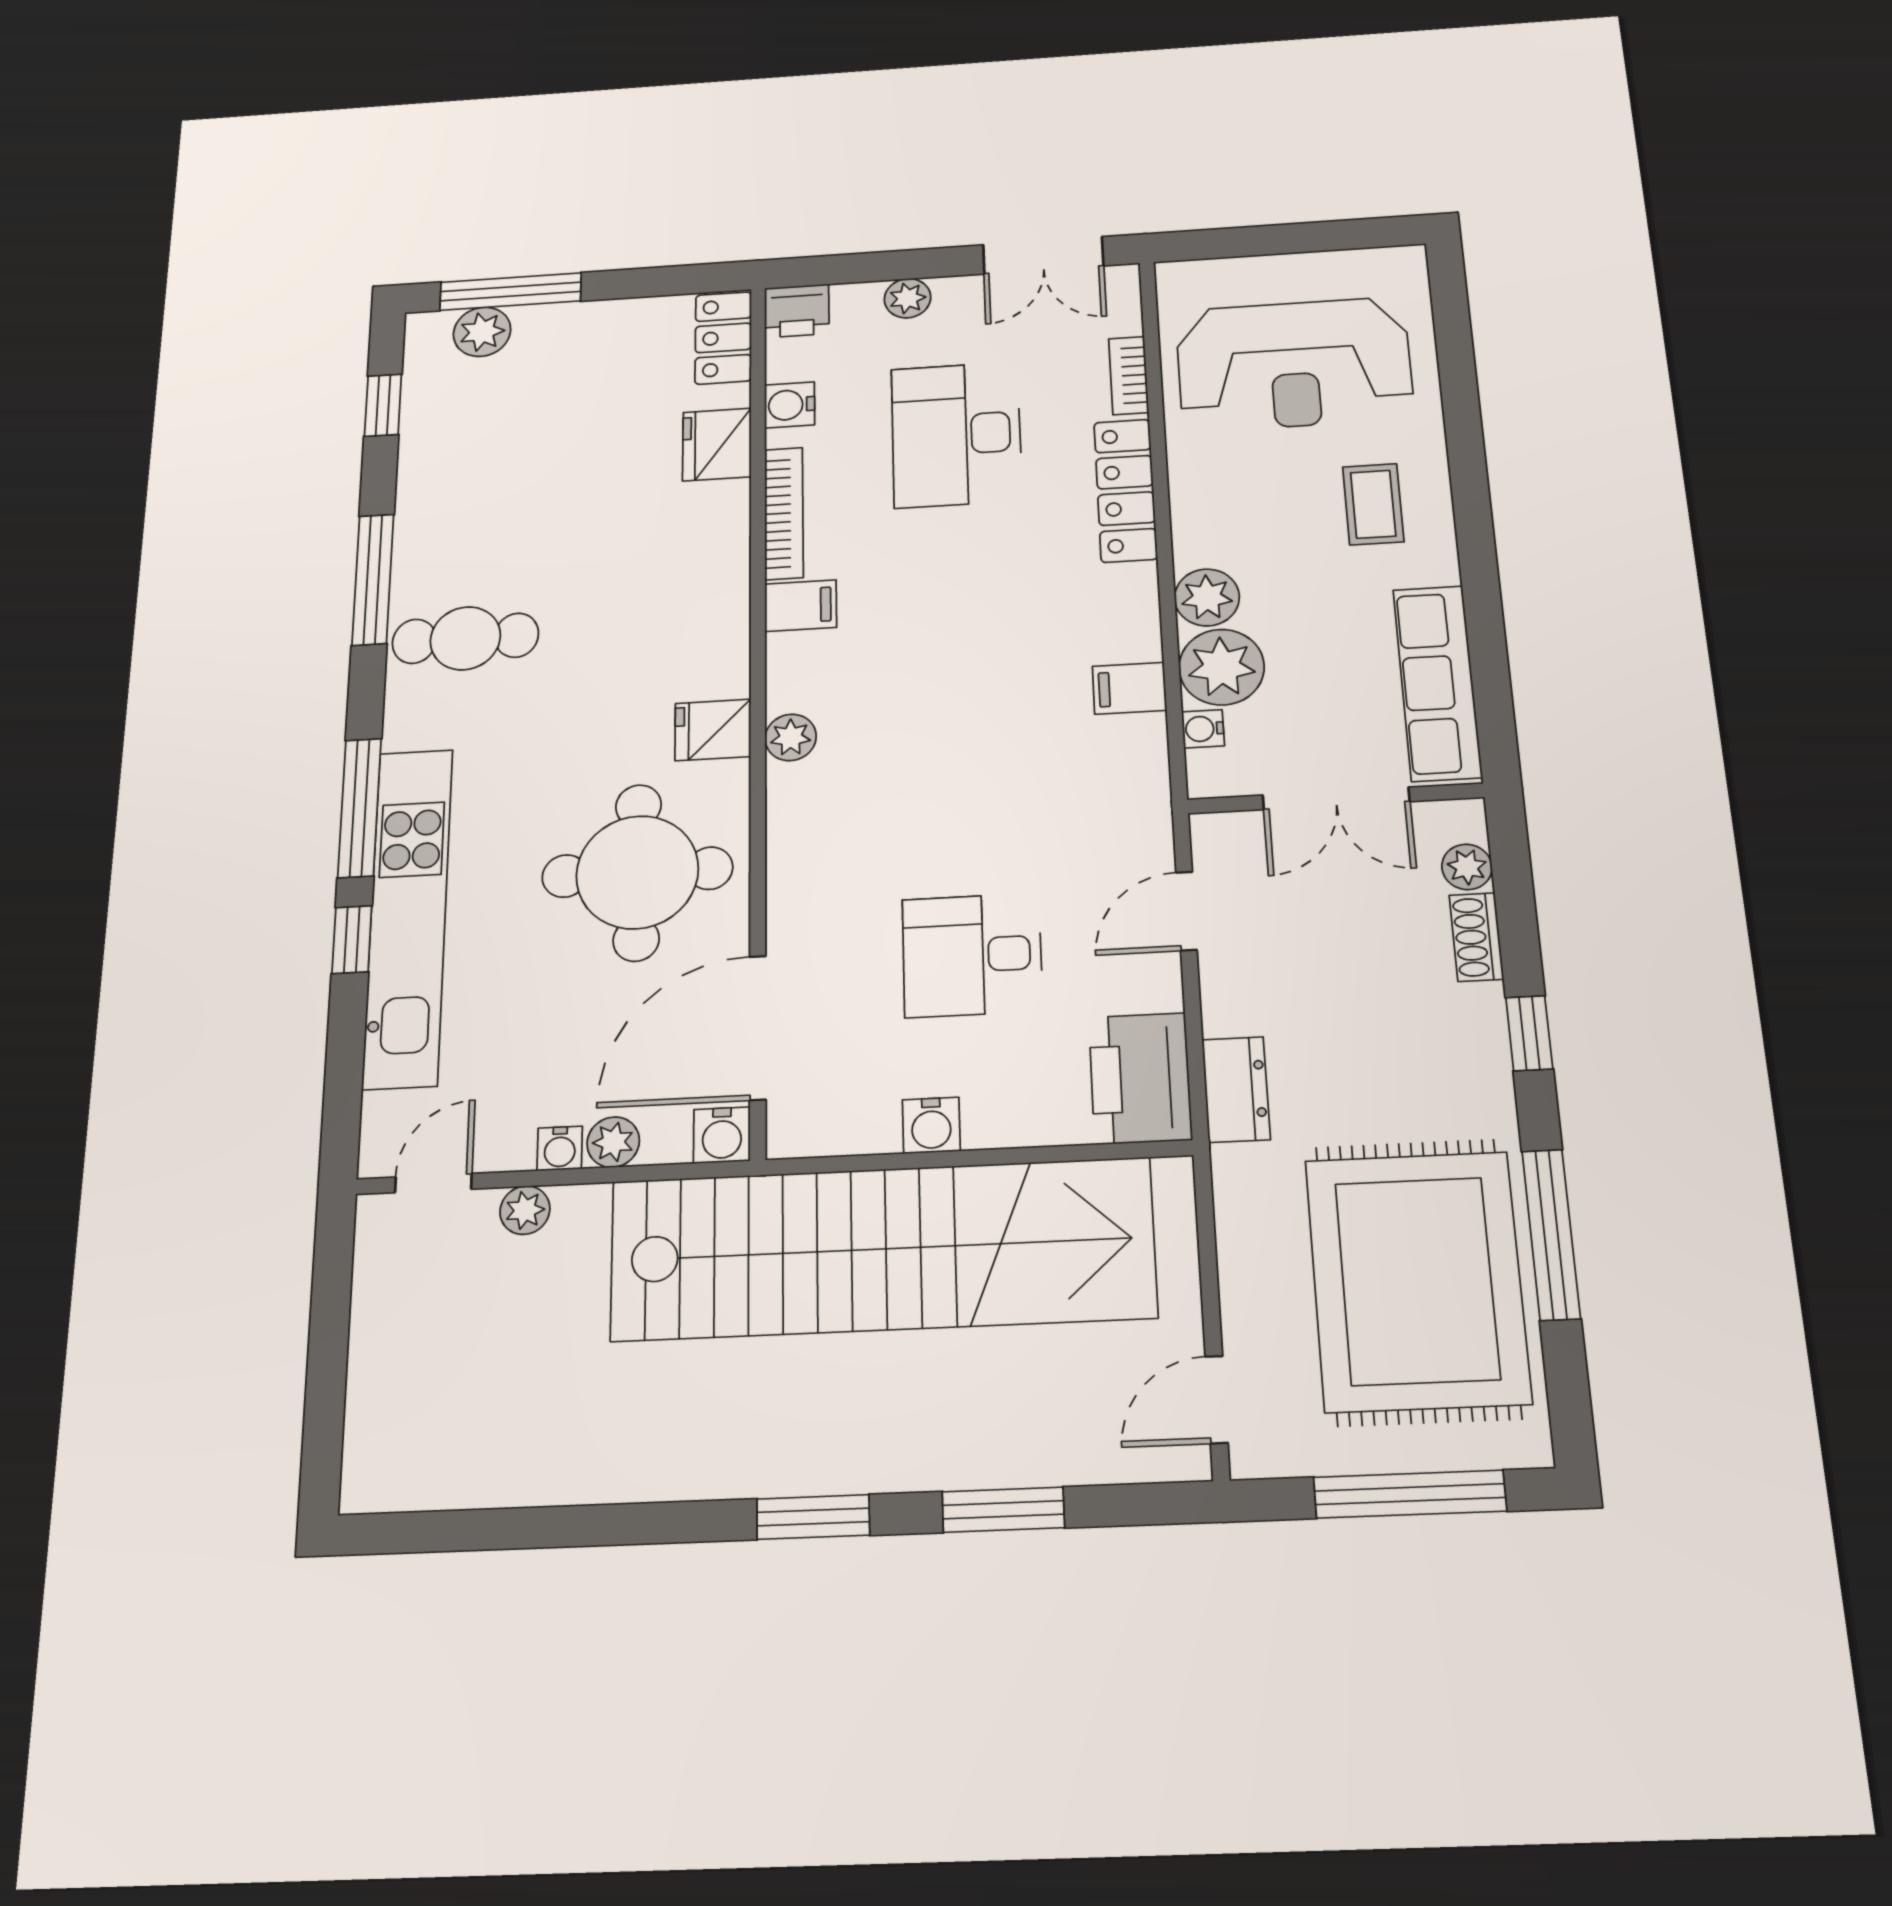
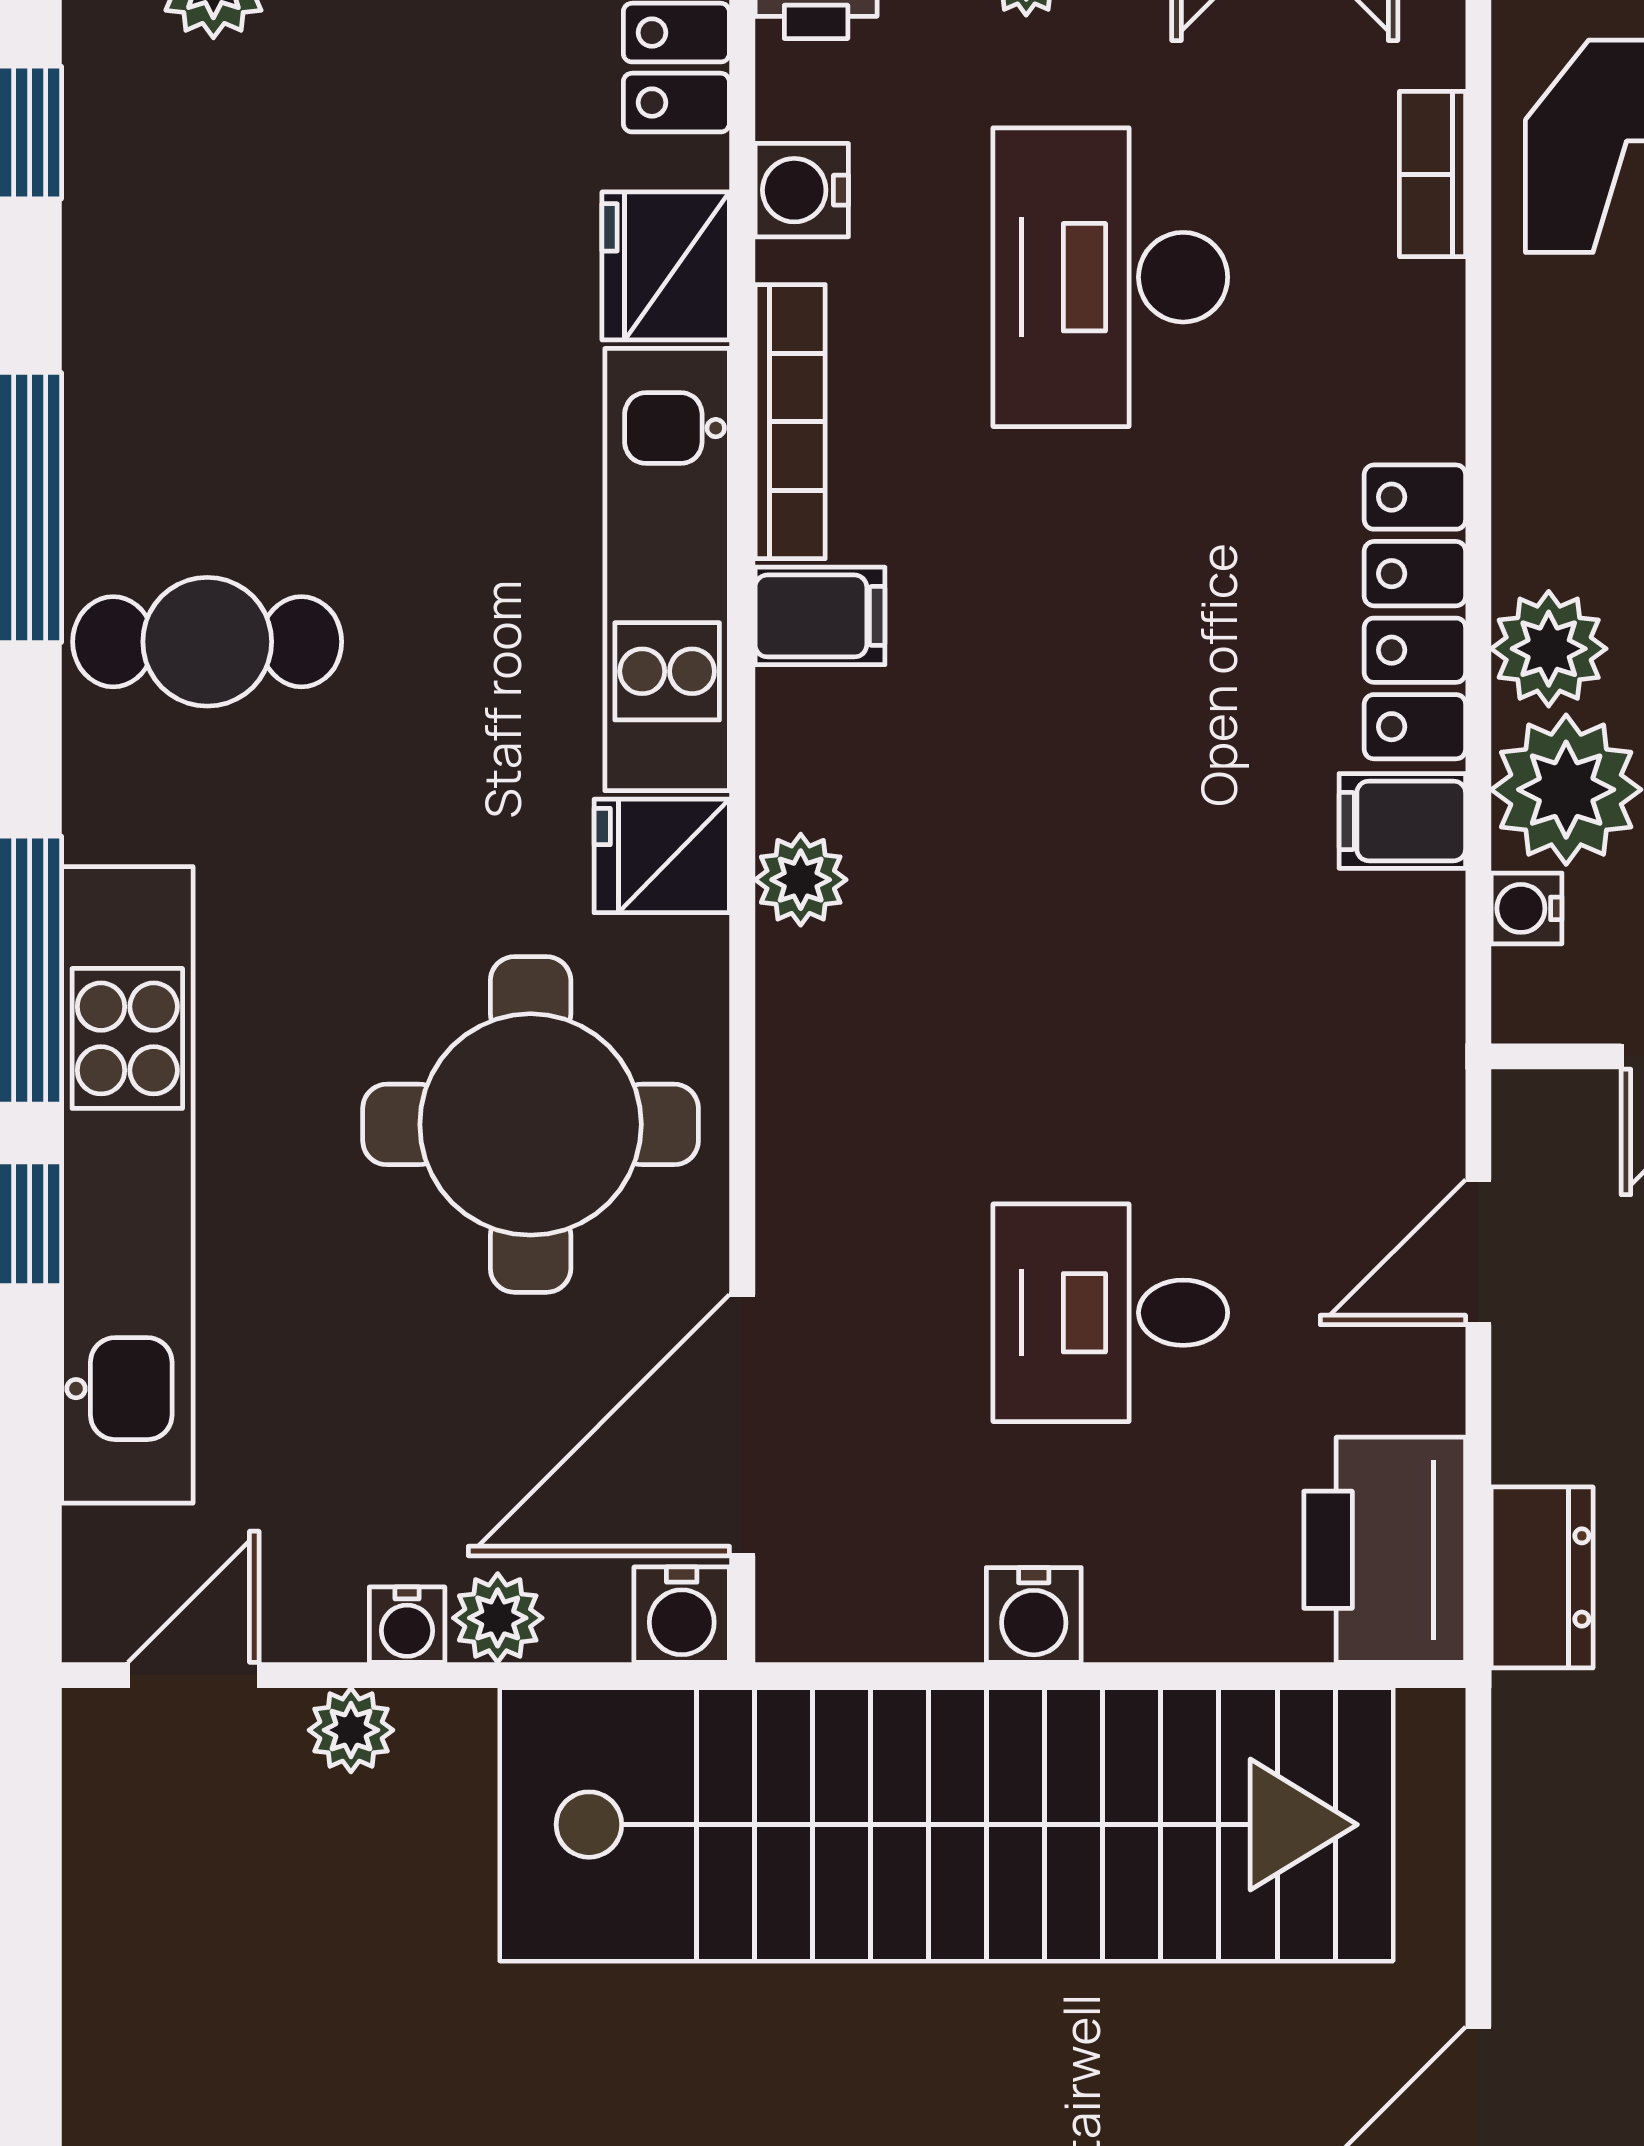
locker: (1126, 490) -> (1415, 612), moved
kitchen unit: (717, 588) -> (667, 570), added

